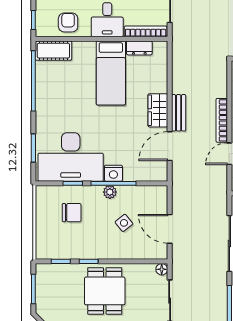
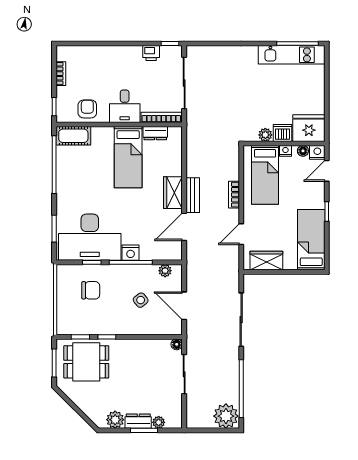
bookcase: (222, 120) -> (234, 195), width x0.64
plant: (110, 192) -> (165, 271), moved
dining table: (105, 291) -> (86, 362), moved, turned 90

